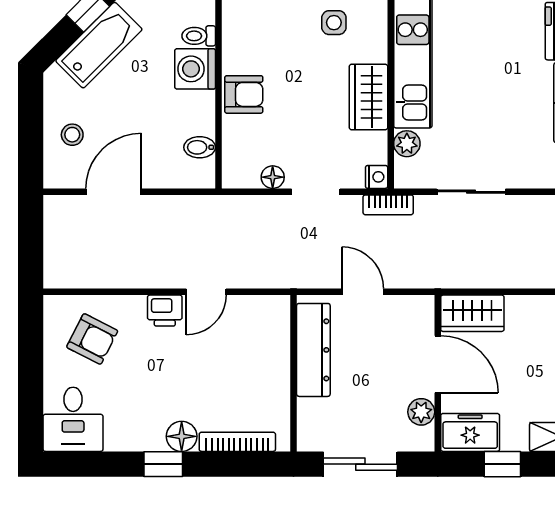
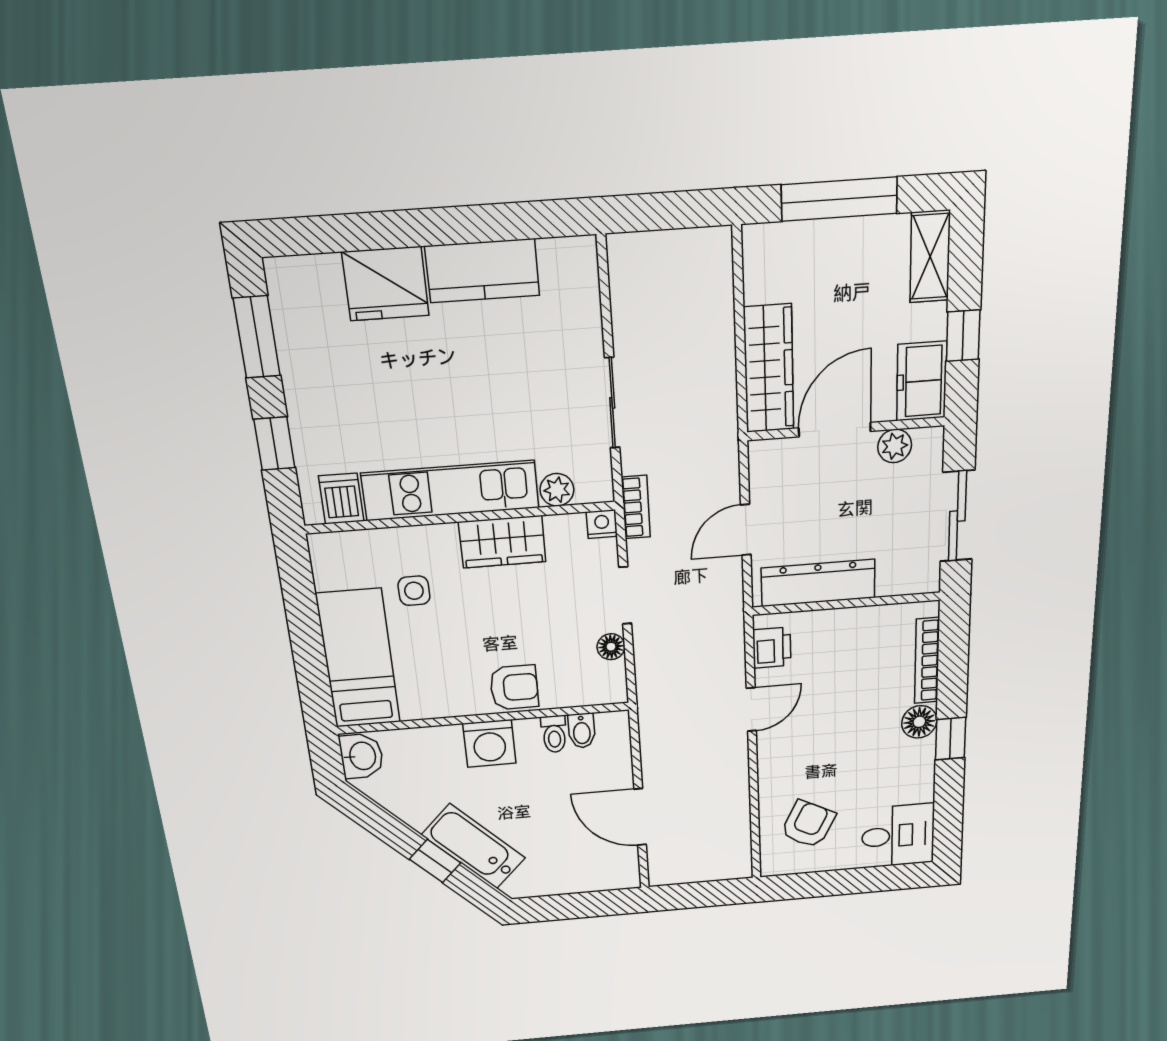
toilet: (199, 36) -> (554, 734), moved
armchair: (244, 94) -> (514, 687), turned 90
stool: (72, 135) -> (579, 864), removed
door: (206, 292) -> (751, 709), hinge flipped
printer: (165, 311) -> (772, 648), moved
wardrobe: (472, 313) -> (769, 369), width x1.50

